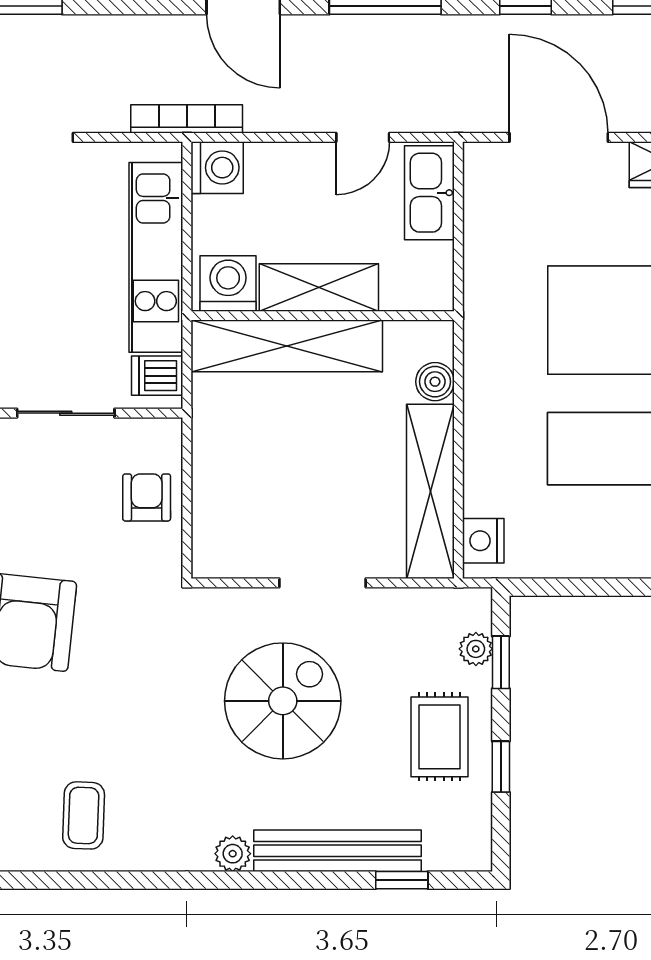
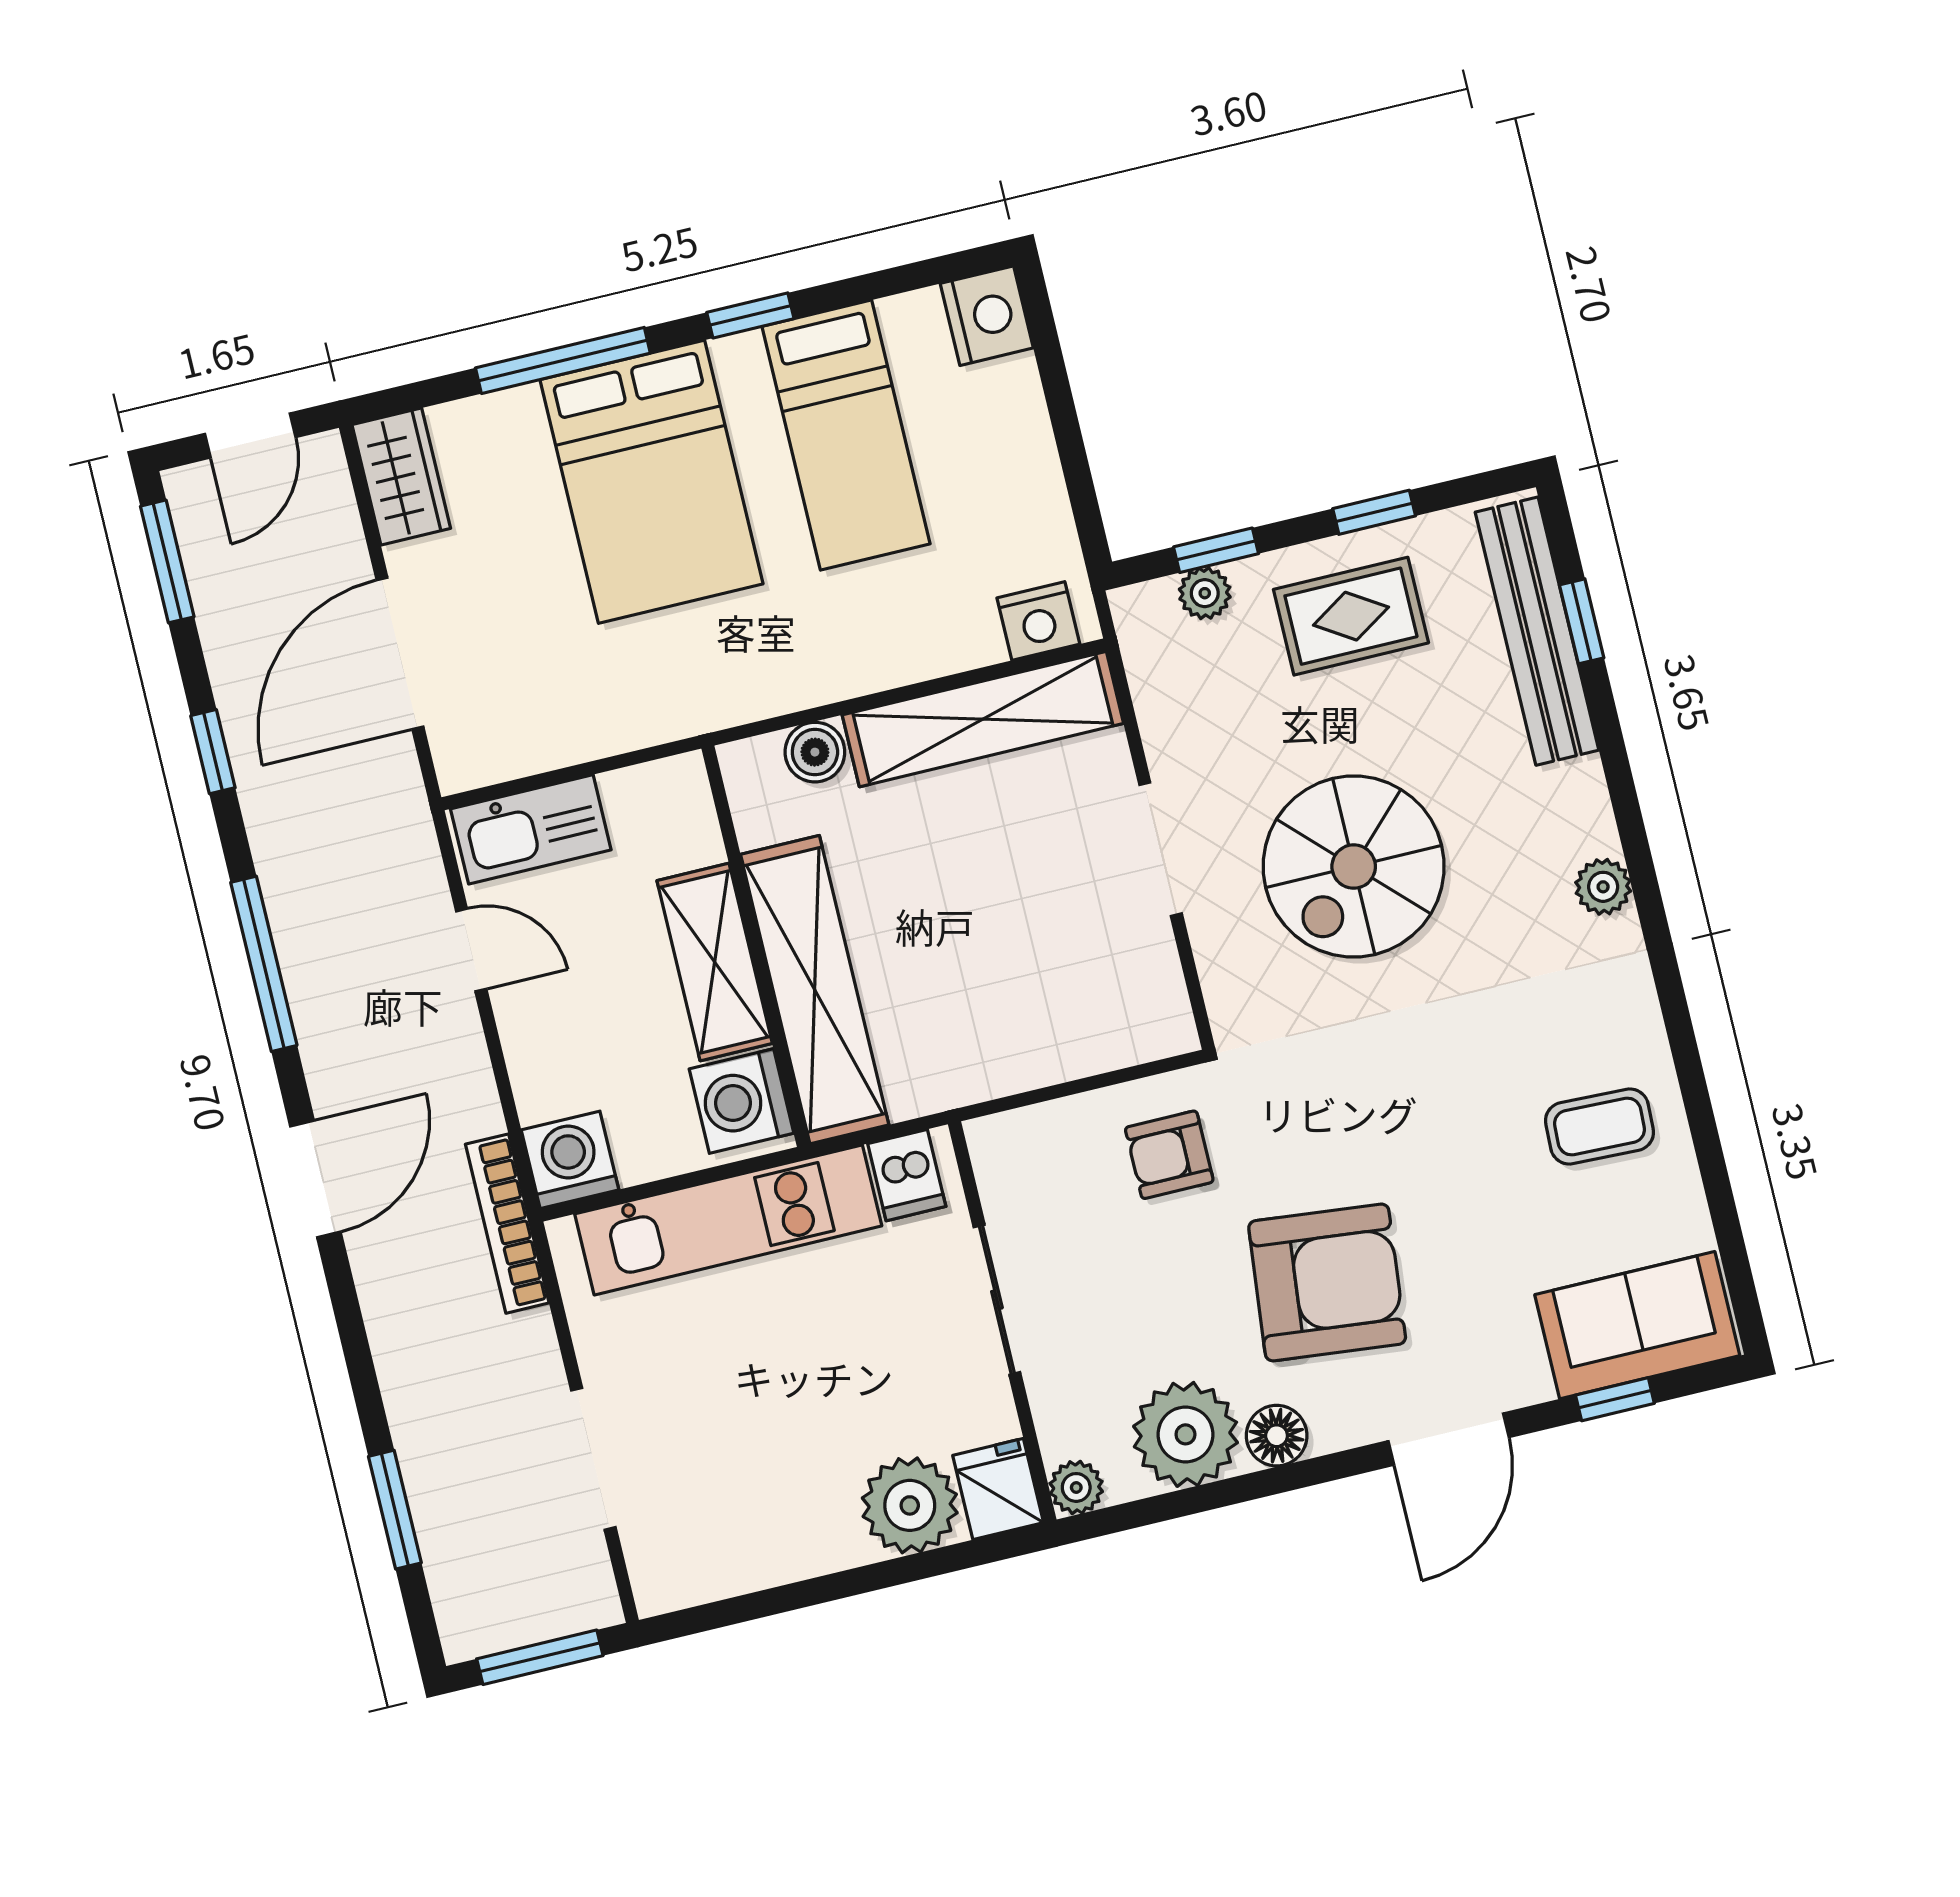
armchair: (147, 497) -> (1169, 1155), moved
spiral stairs: (283, 701) -> (1354, 867), turned -90
bench: (338, 851) -> (1537, 631), moved

